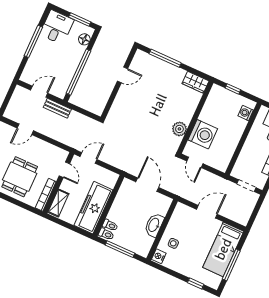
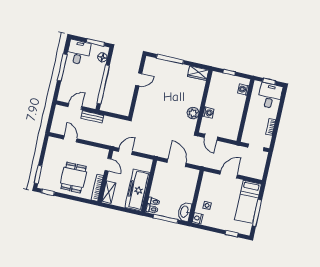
door: (25, 129) -> (70, 139), swing flipped
washing machine: (203, 134) -> (208, 113), width x0.53, depth x0.53
washbasin: (154, 225) -> (185, 212), moved

